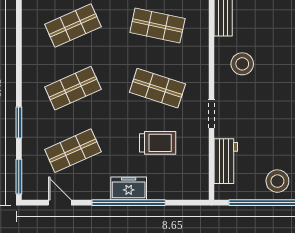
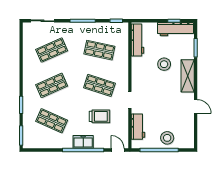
stool: (242, 64) -> (164, 64), moved
shop shelf: (73, 151) -> (52, 121), turned 48
door: (60, 203) -> (118, 150), moved

